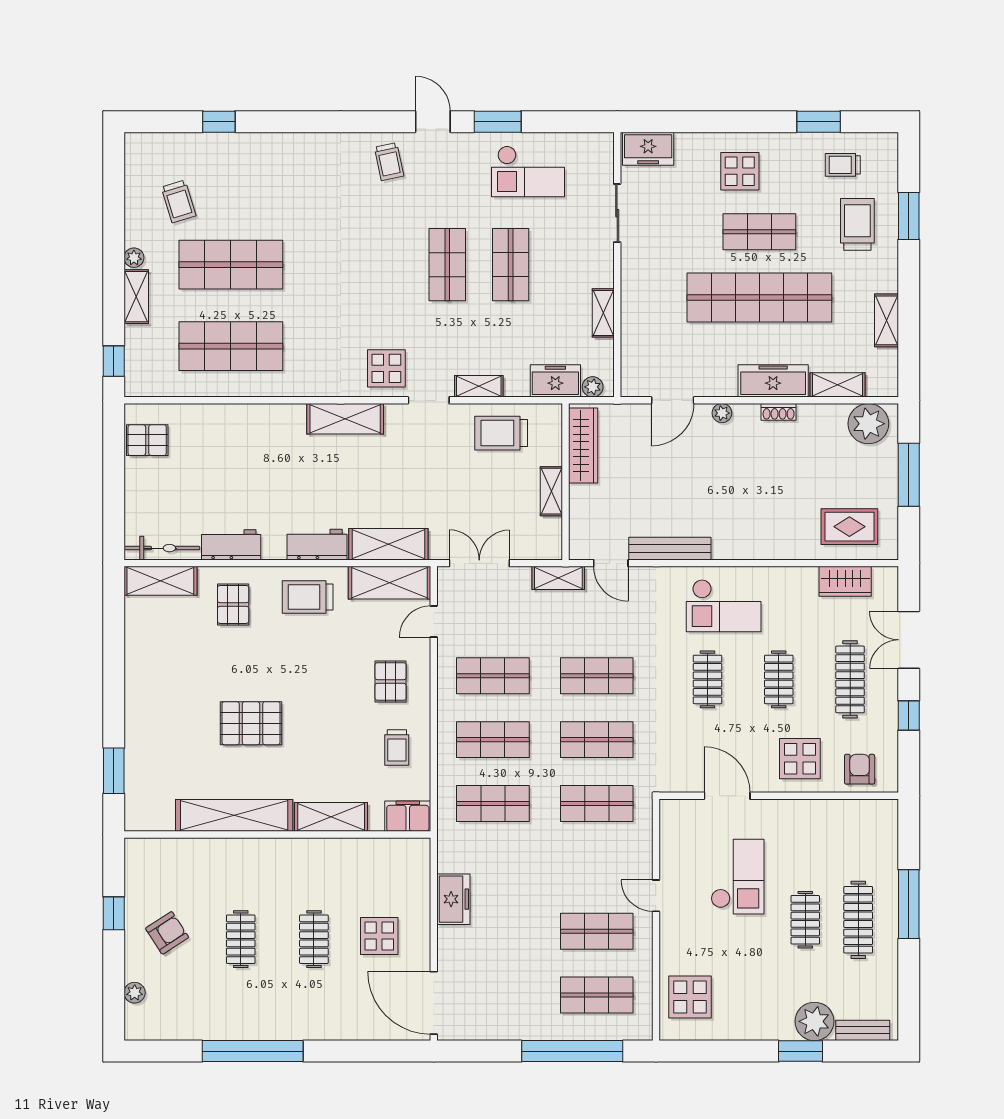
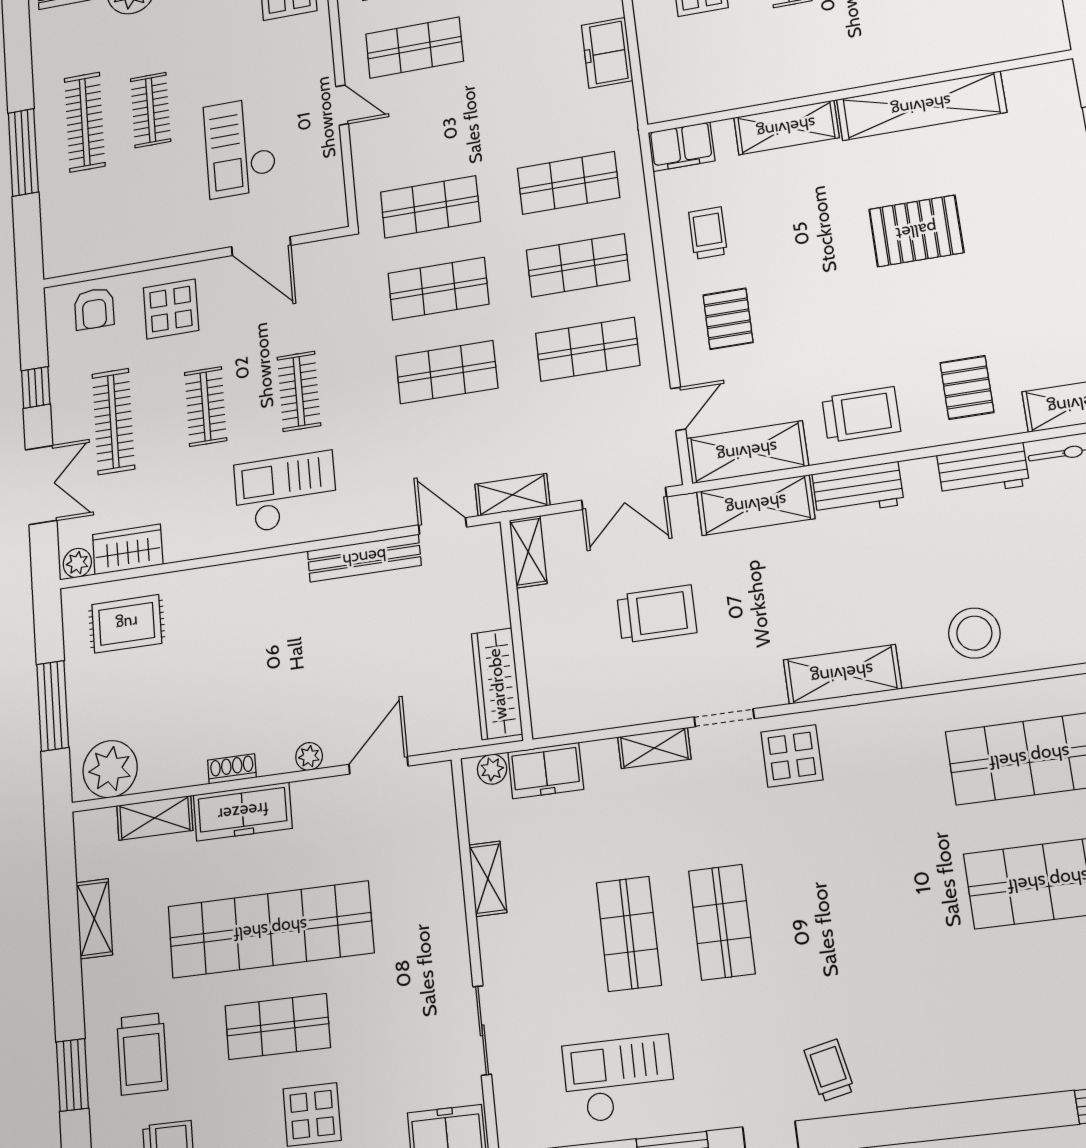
trolley: (501, 433) -> (657, 614), moved
stool: (254, 434) -> (974, 633), added
shelving: (551, 491) -> (528, 552), moved
plant: (884, 577) -> (77, 563), added

